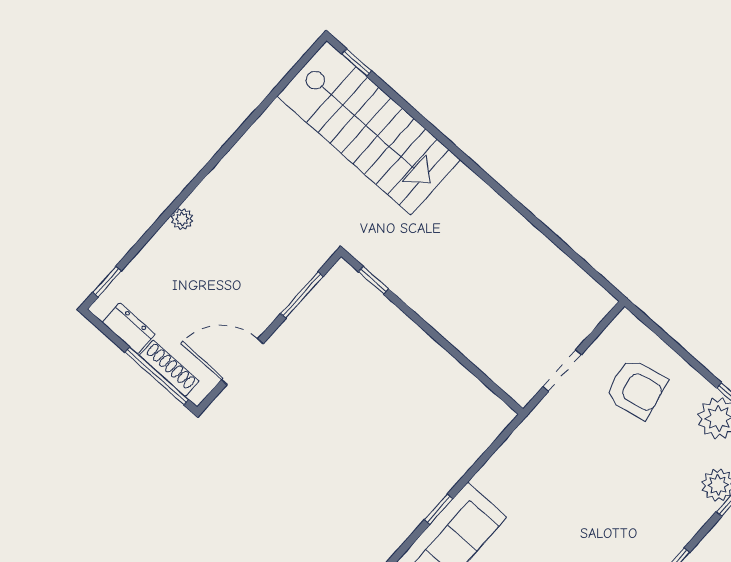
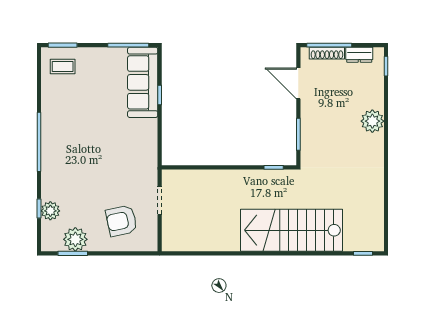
stairs: (369, 128) -> (291, 230), moved
plant: (182, 219) -> (372, 121), width x1.87, depth x1.87
door: (242, 362) -> (298, 83), swing flipped

